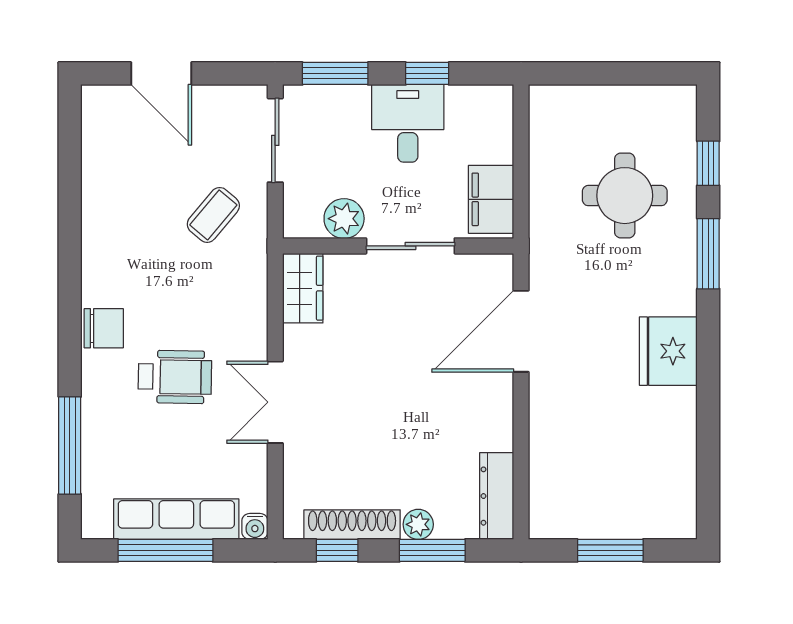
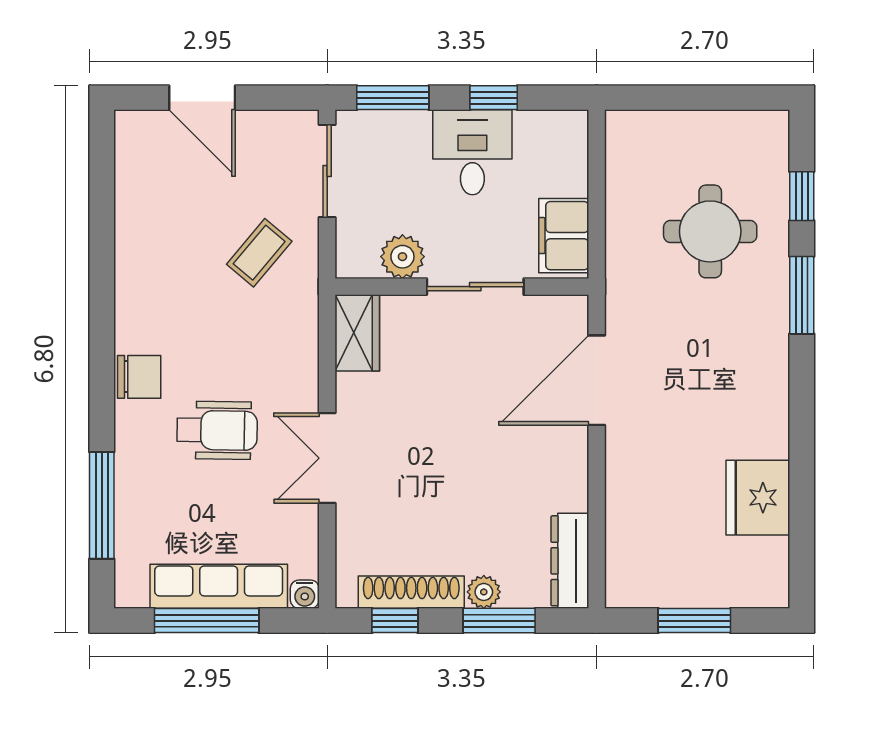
fridge: (668, 351) -> (758, 498), moved

